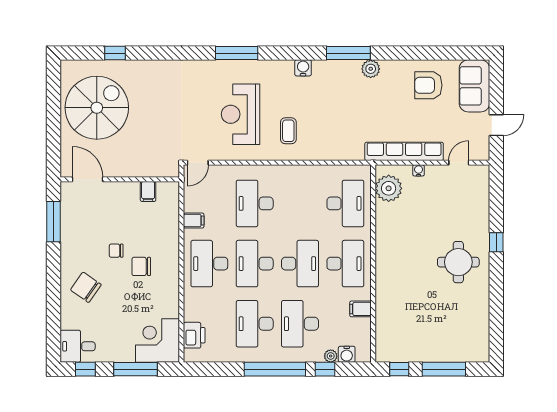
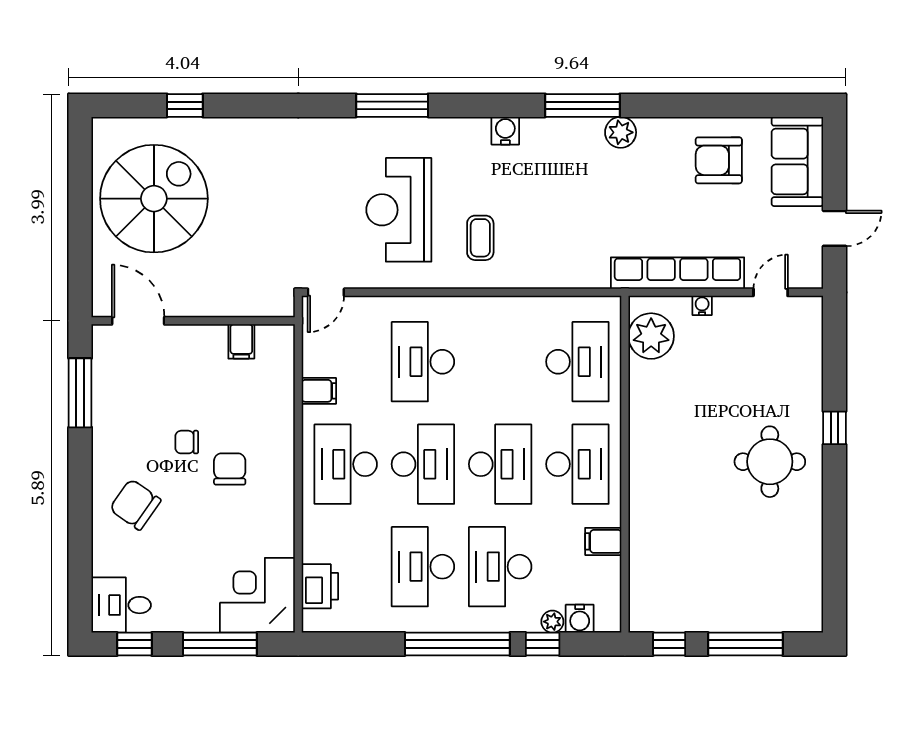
desk: (255, 264) -> (423, 464), turned 180
chair: (141, 266) -> (230, 469), turned 90

